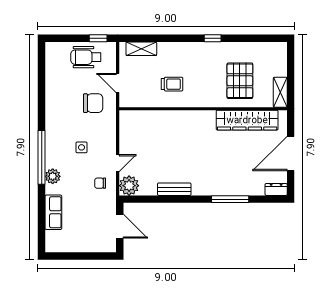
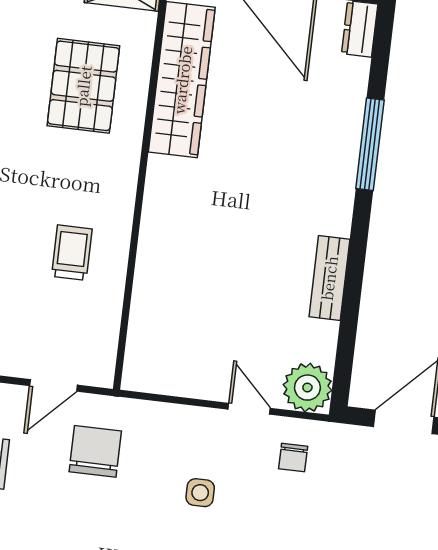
pallet: (240, 81) -> (83, 86), turned 90

